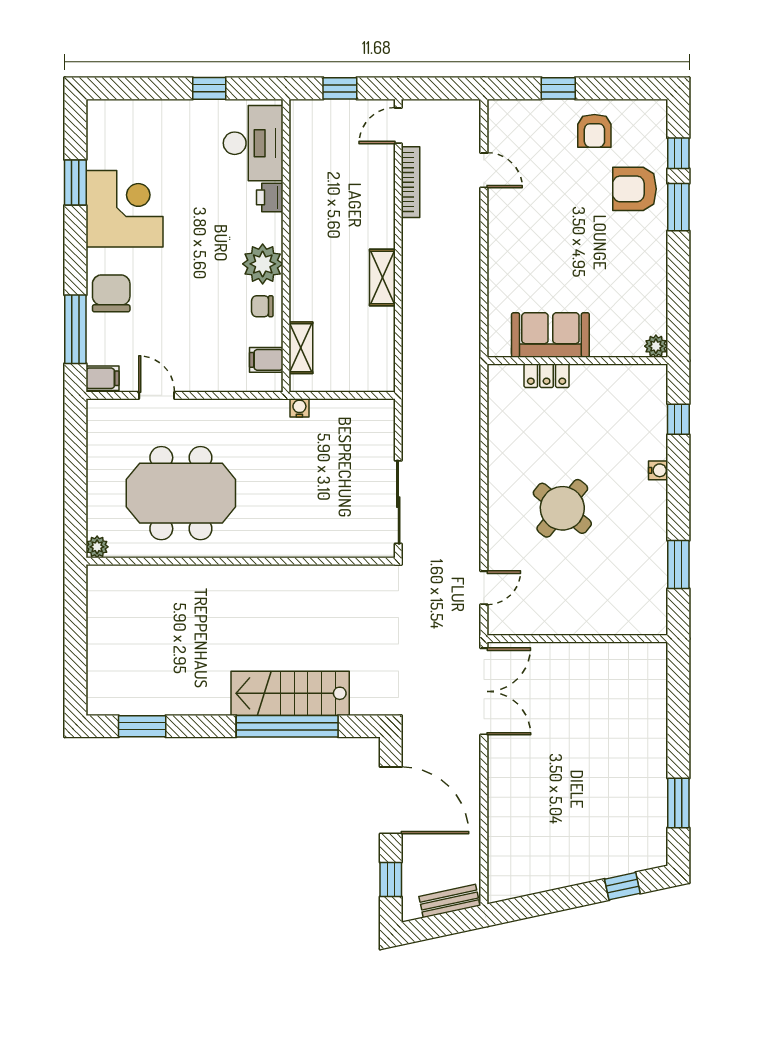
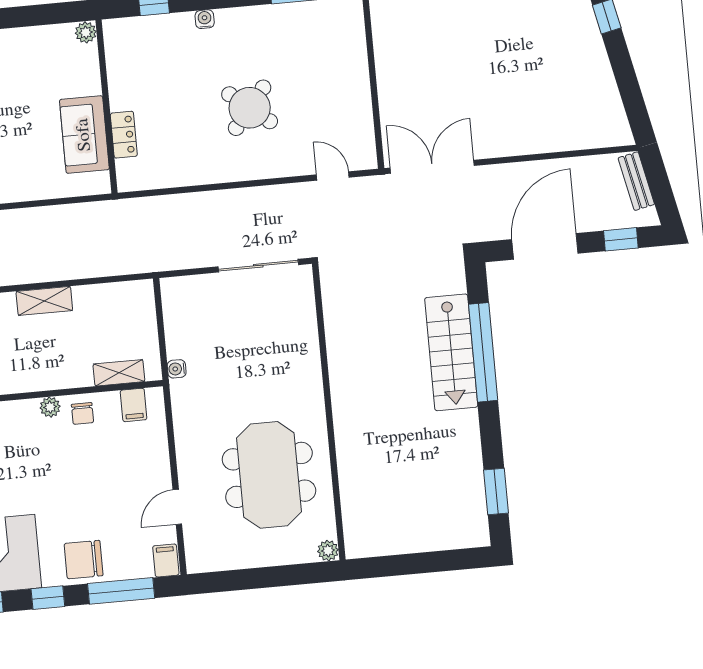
window: (75, 253) -> (48, 598), added
plant: (263, 264) -> (50, 407), width x0.53, depth x0.53

